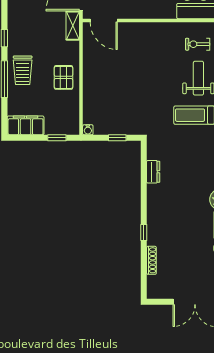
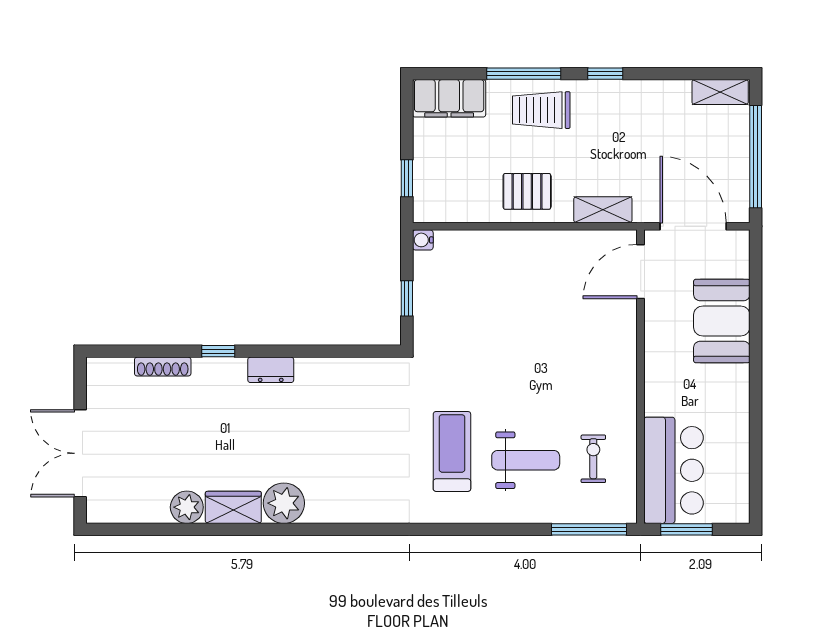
shelving: (73, 26) -> (603, 210), moved
filing cabinet: (26, 125) -> (449, 98), moved, turned 90
dresser: (153, 172) -> (271, 370), moved

